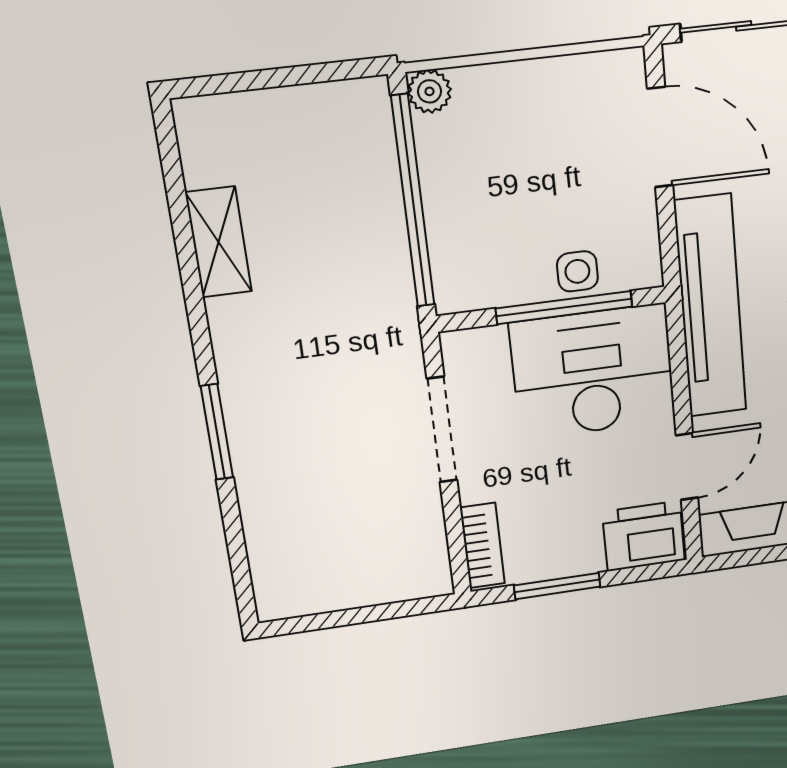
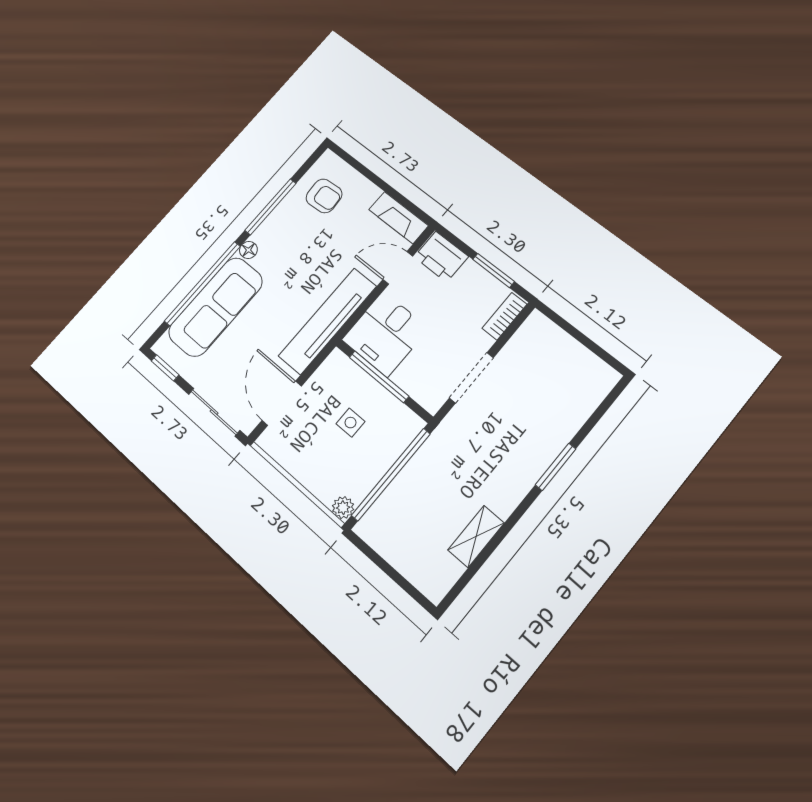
side table: (577, 271) -> (350, 423), moved
desk: (593, 372) -> (385, 334), width x0.73

